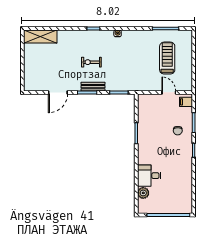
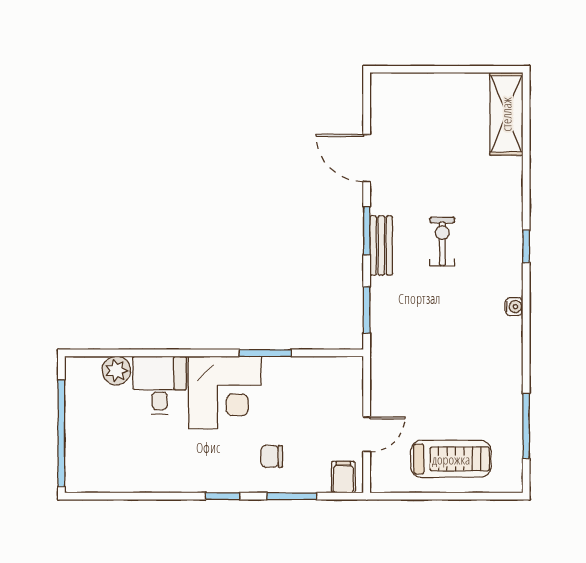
treadmill: (167, 58) -> (451, 459), moved
corner desk: (152, 149) -> (225, 393), added

